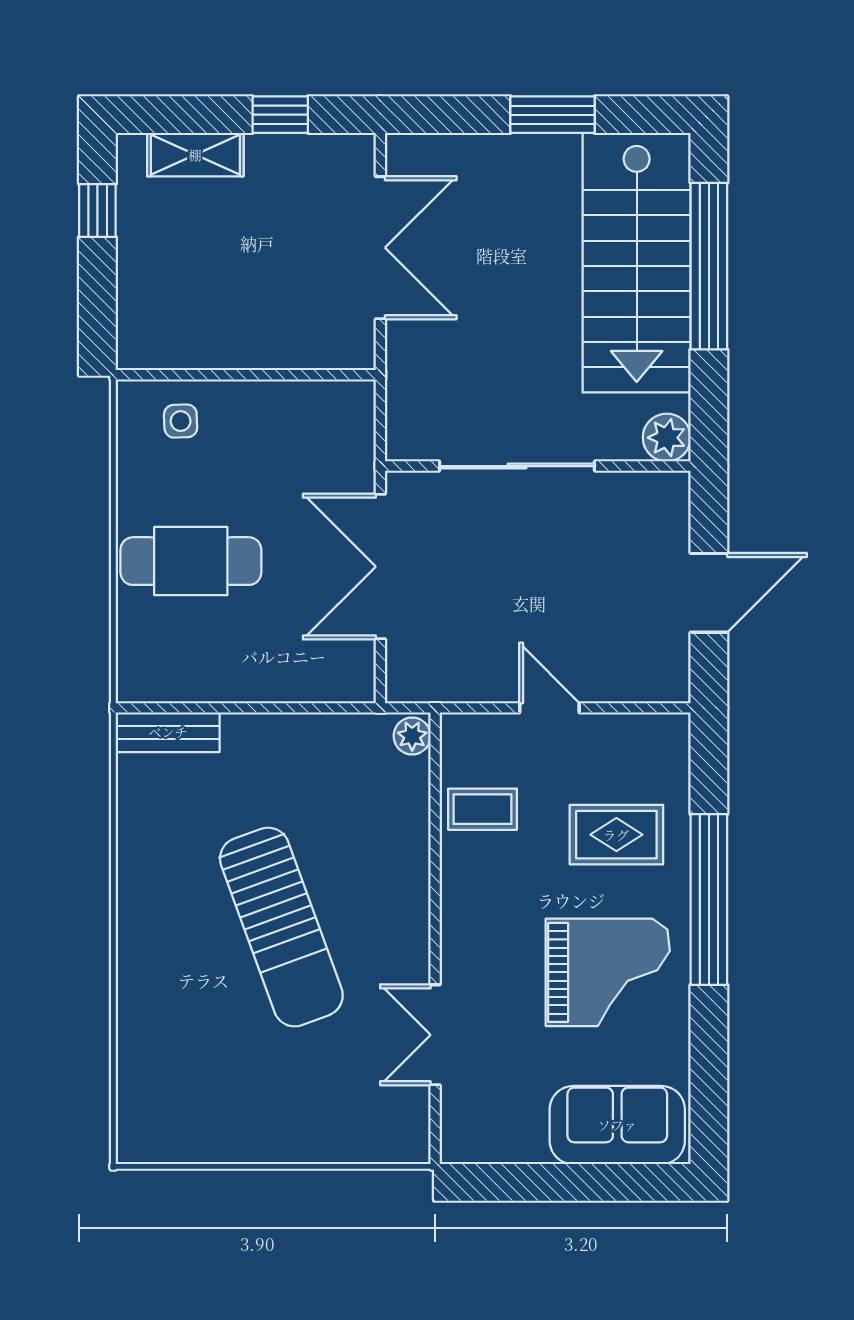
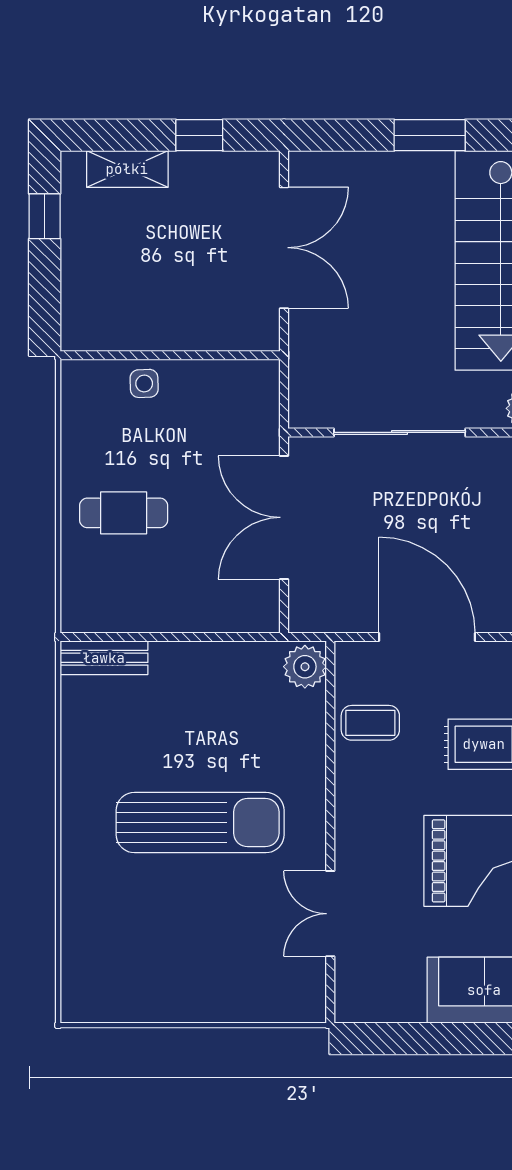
side table: (181, 421) -> (144, 383), moved
cafe table: (191, 561) -> (124, 513), width x0.73, depth x0.74
door: (549, 708) -> (427, 637), width x1.87
plant: (412, 736) -> (305, 667), width x1.38, depth x1.38
sun lounger: (281, 927) -> (200, 823), turned -70

